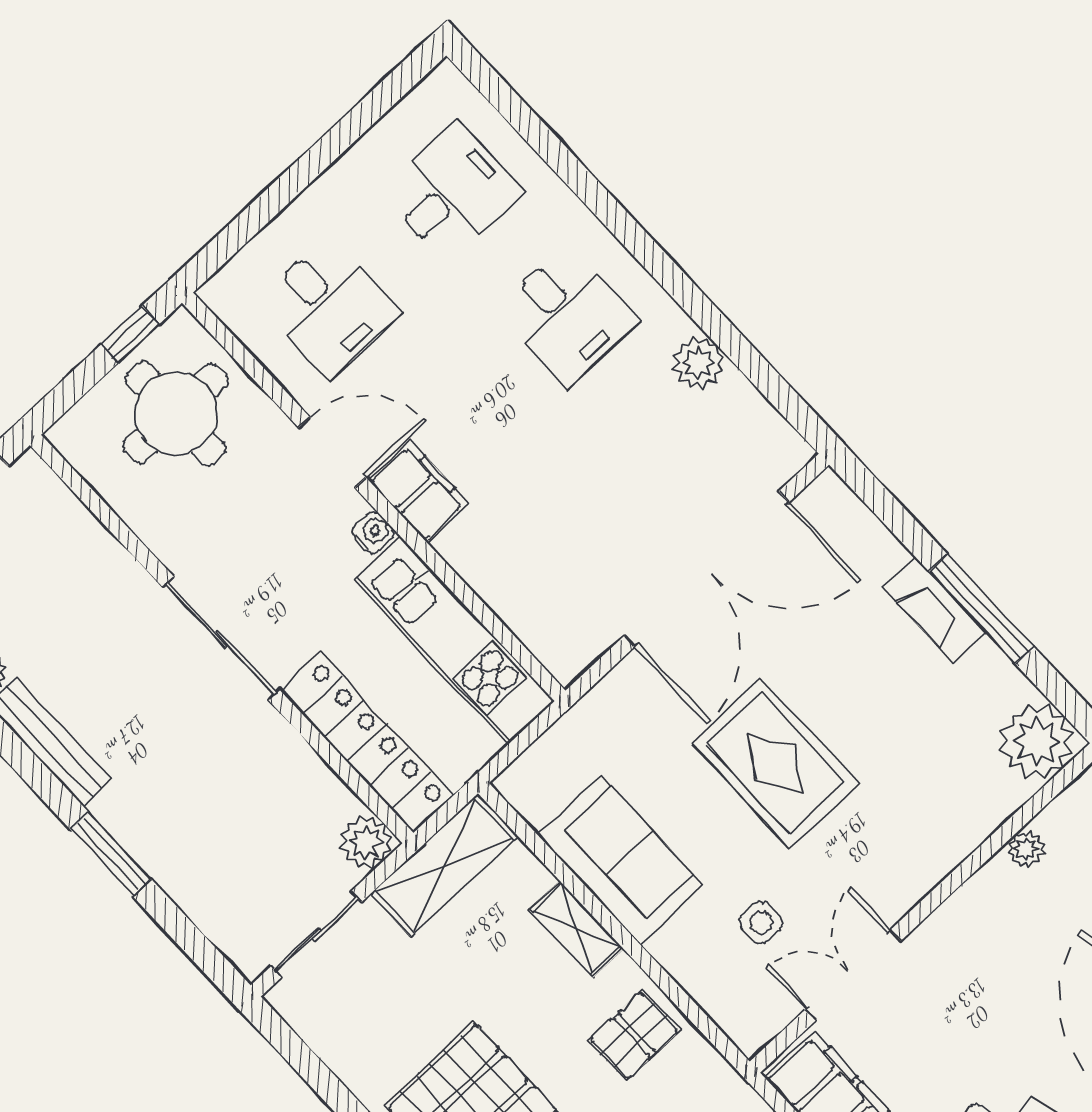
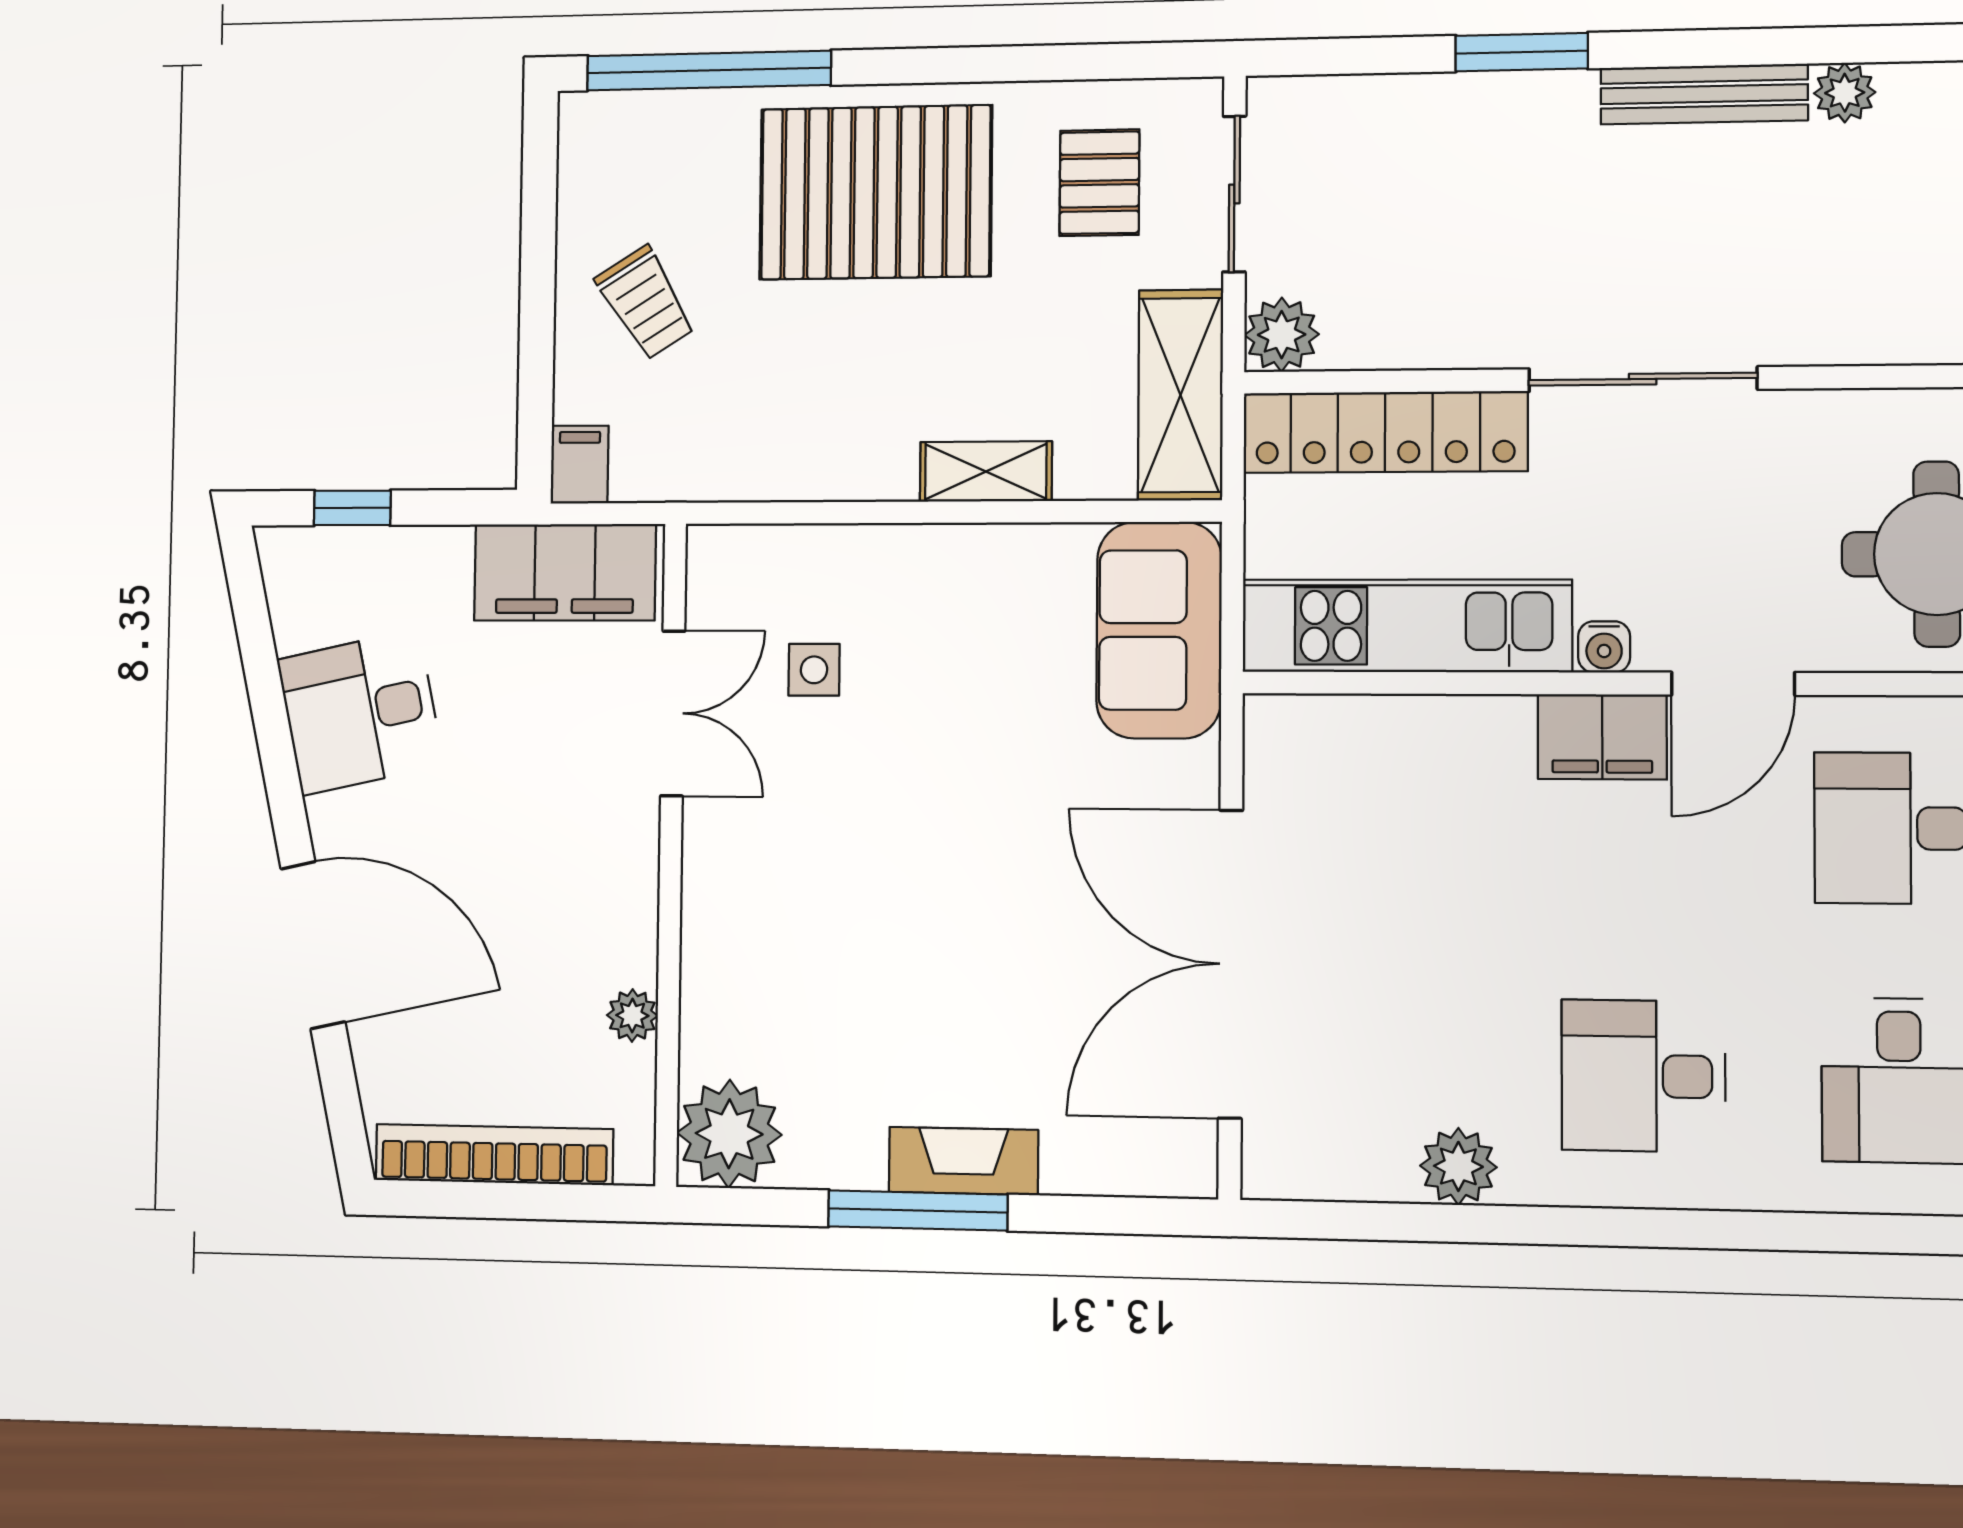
rug: (776, 763) -> (961, 841), removed
sofa: (621, 860) -> (1159, 630), moved, turned 90
pallet: (634, 1035) -> (1099, 183), moved

